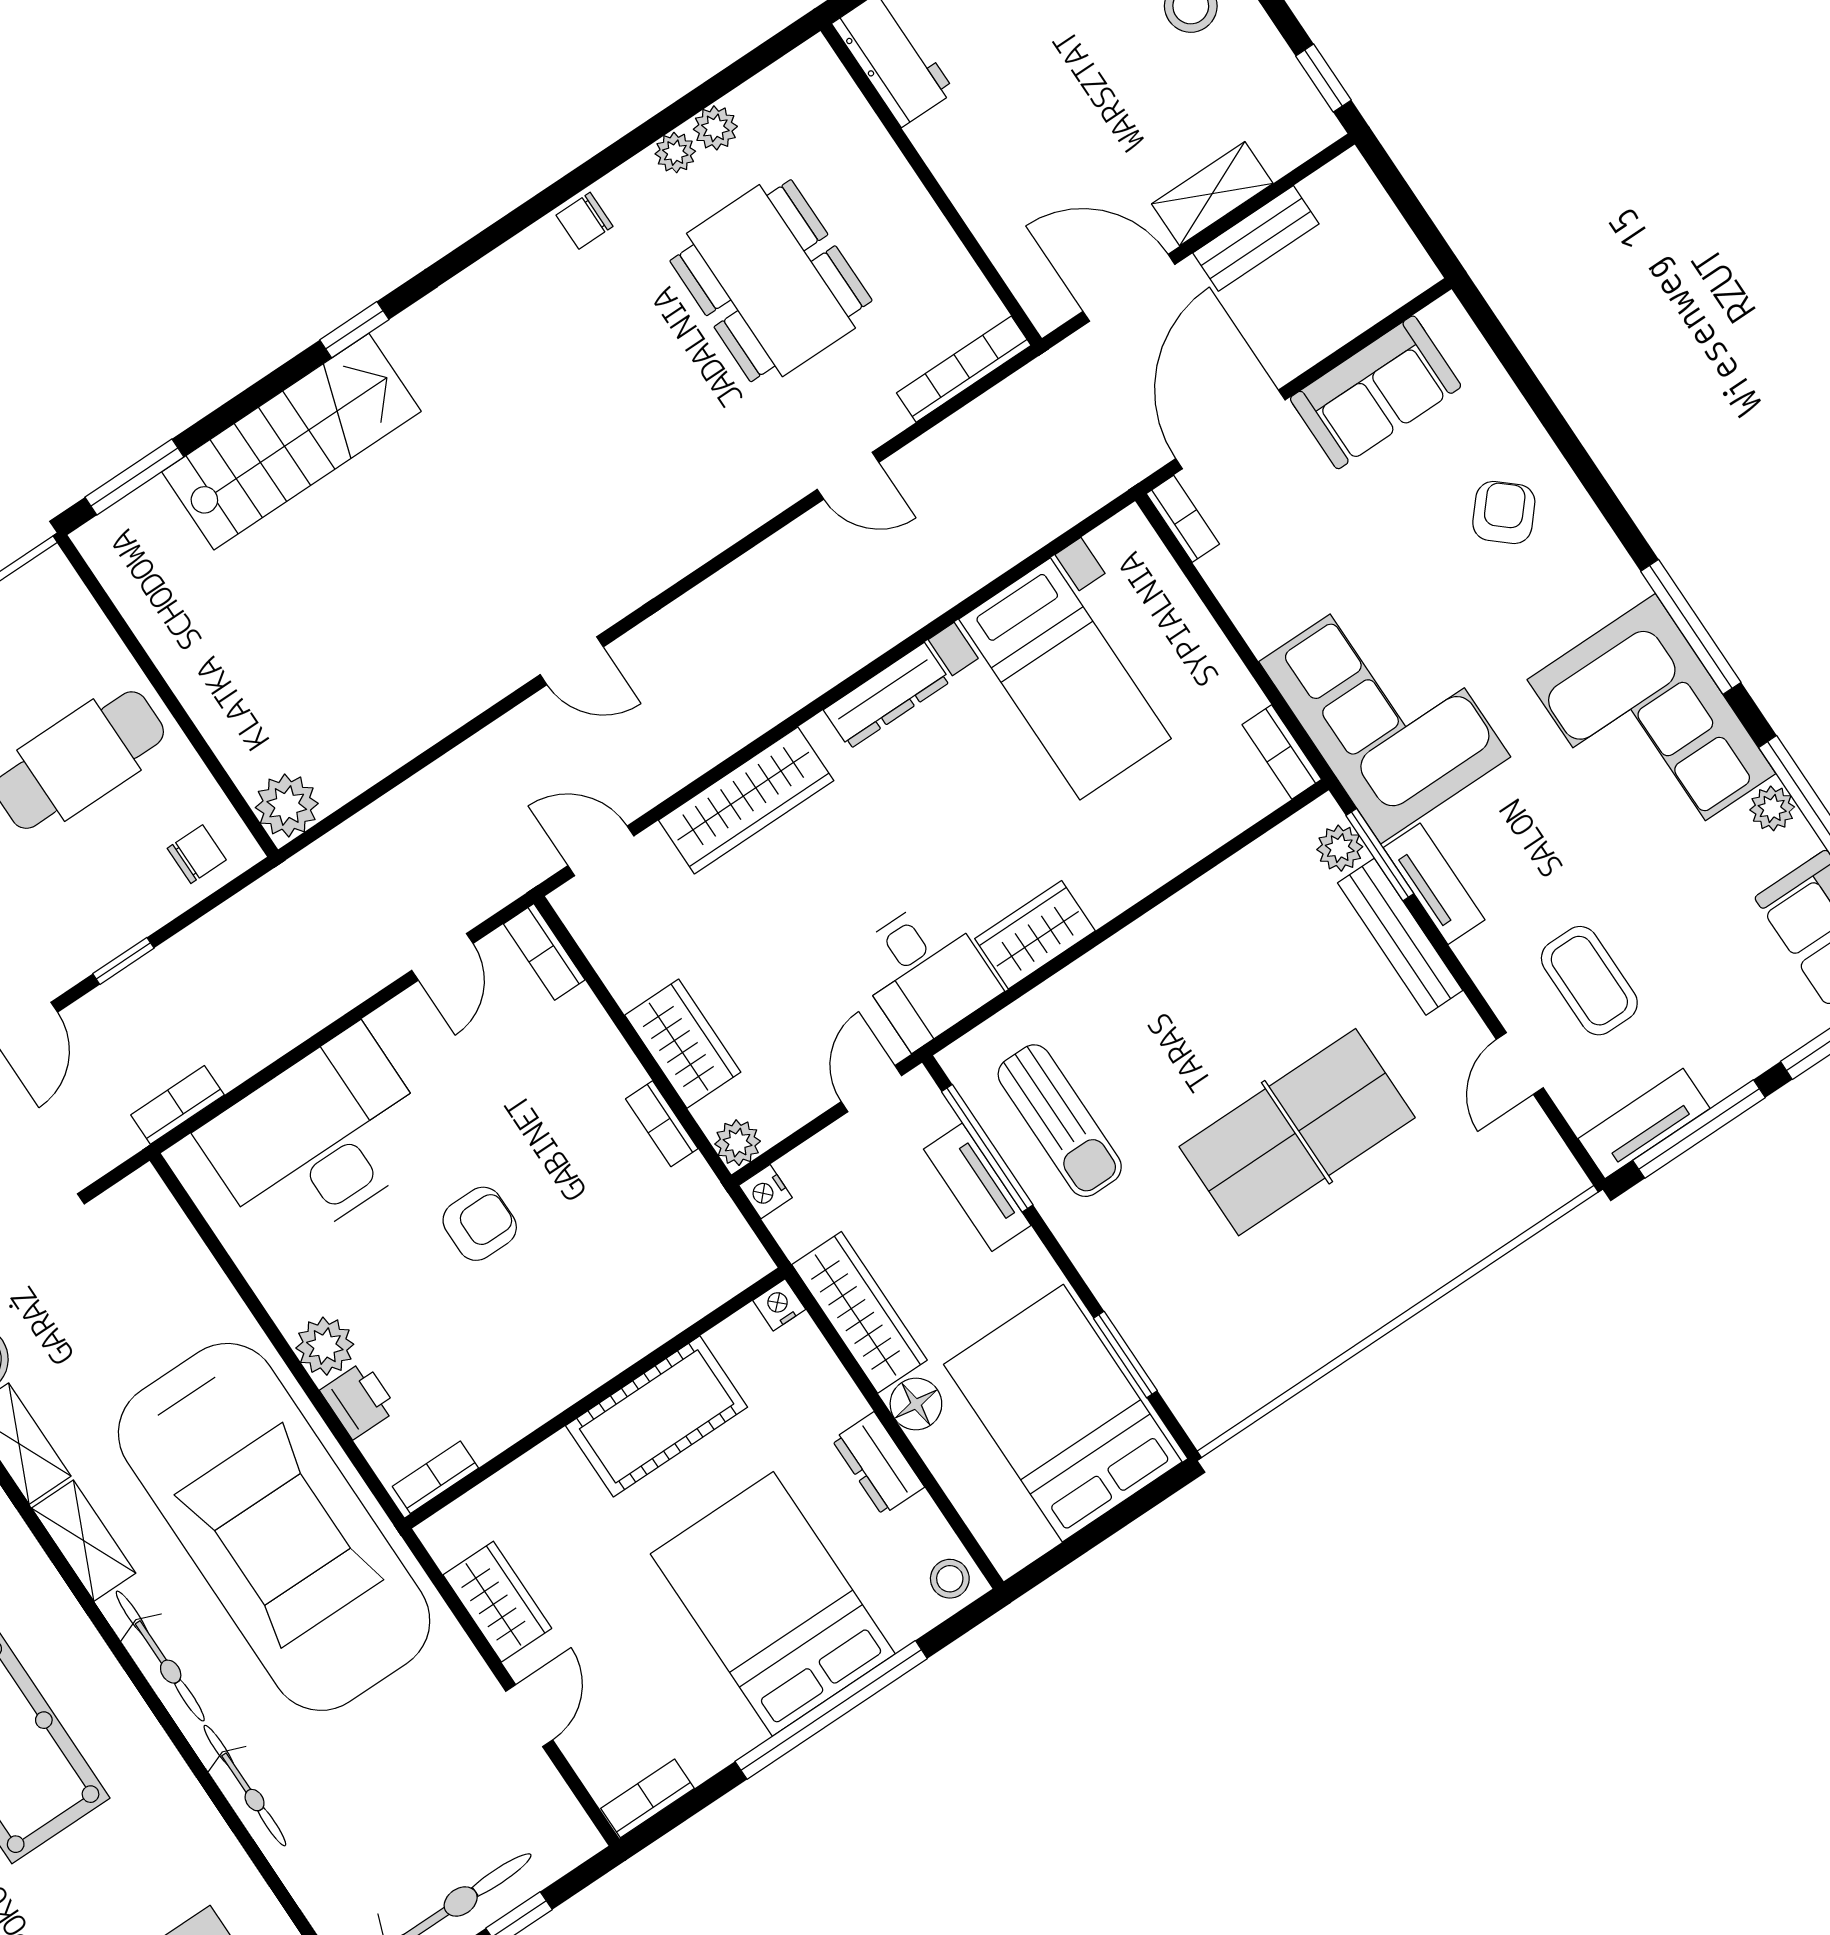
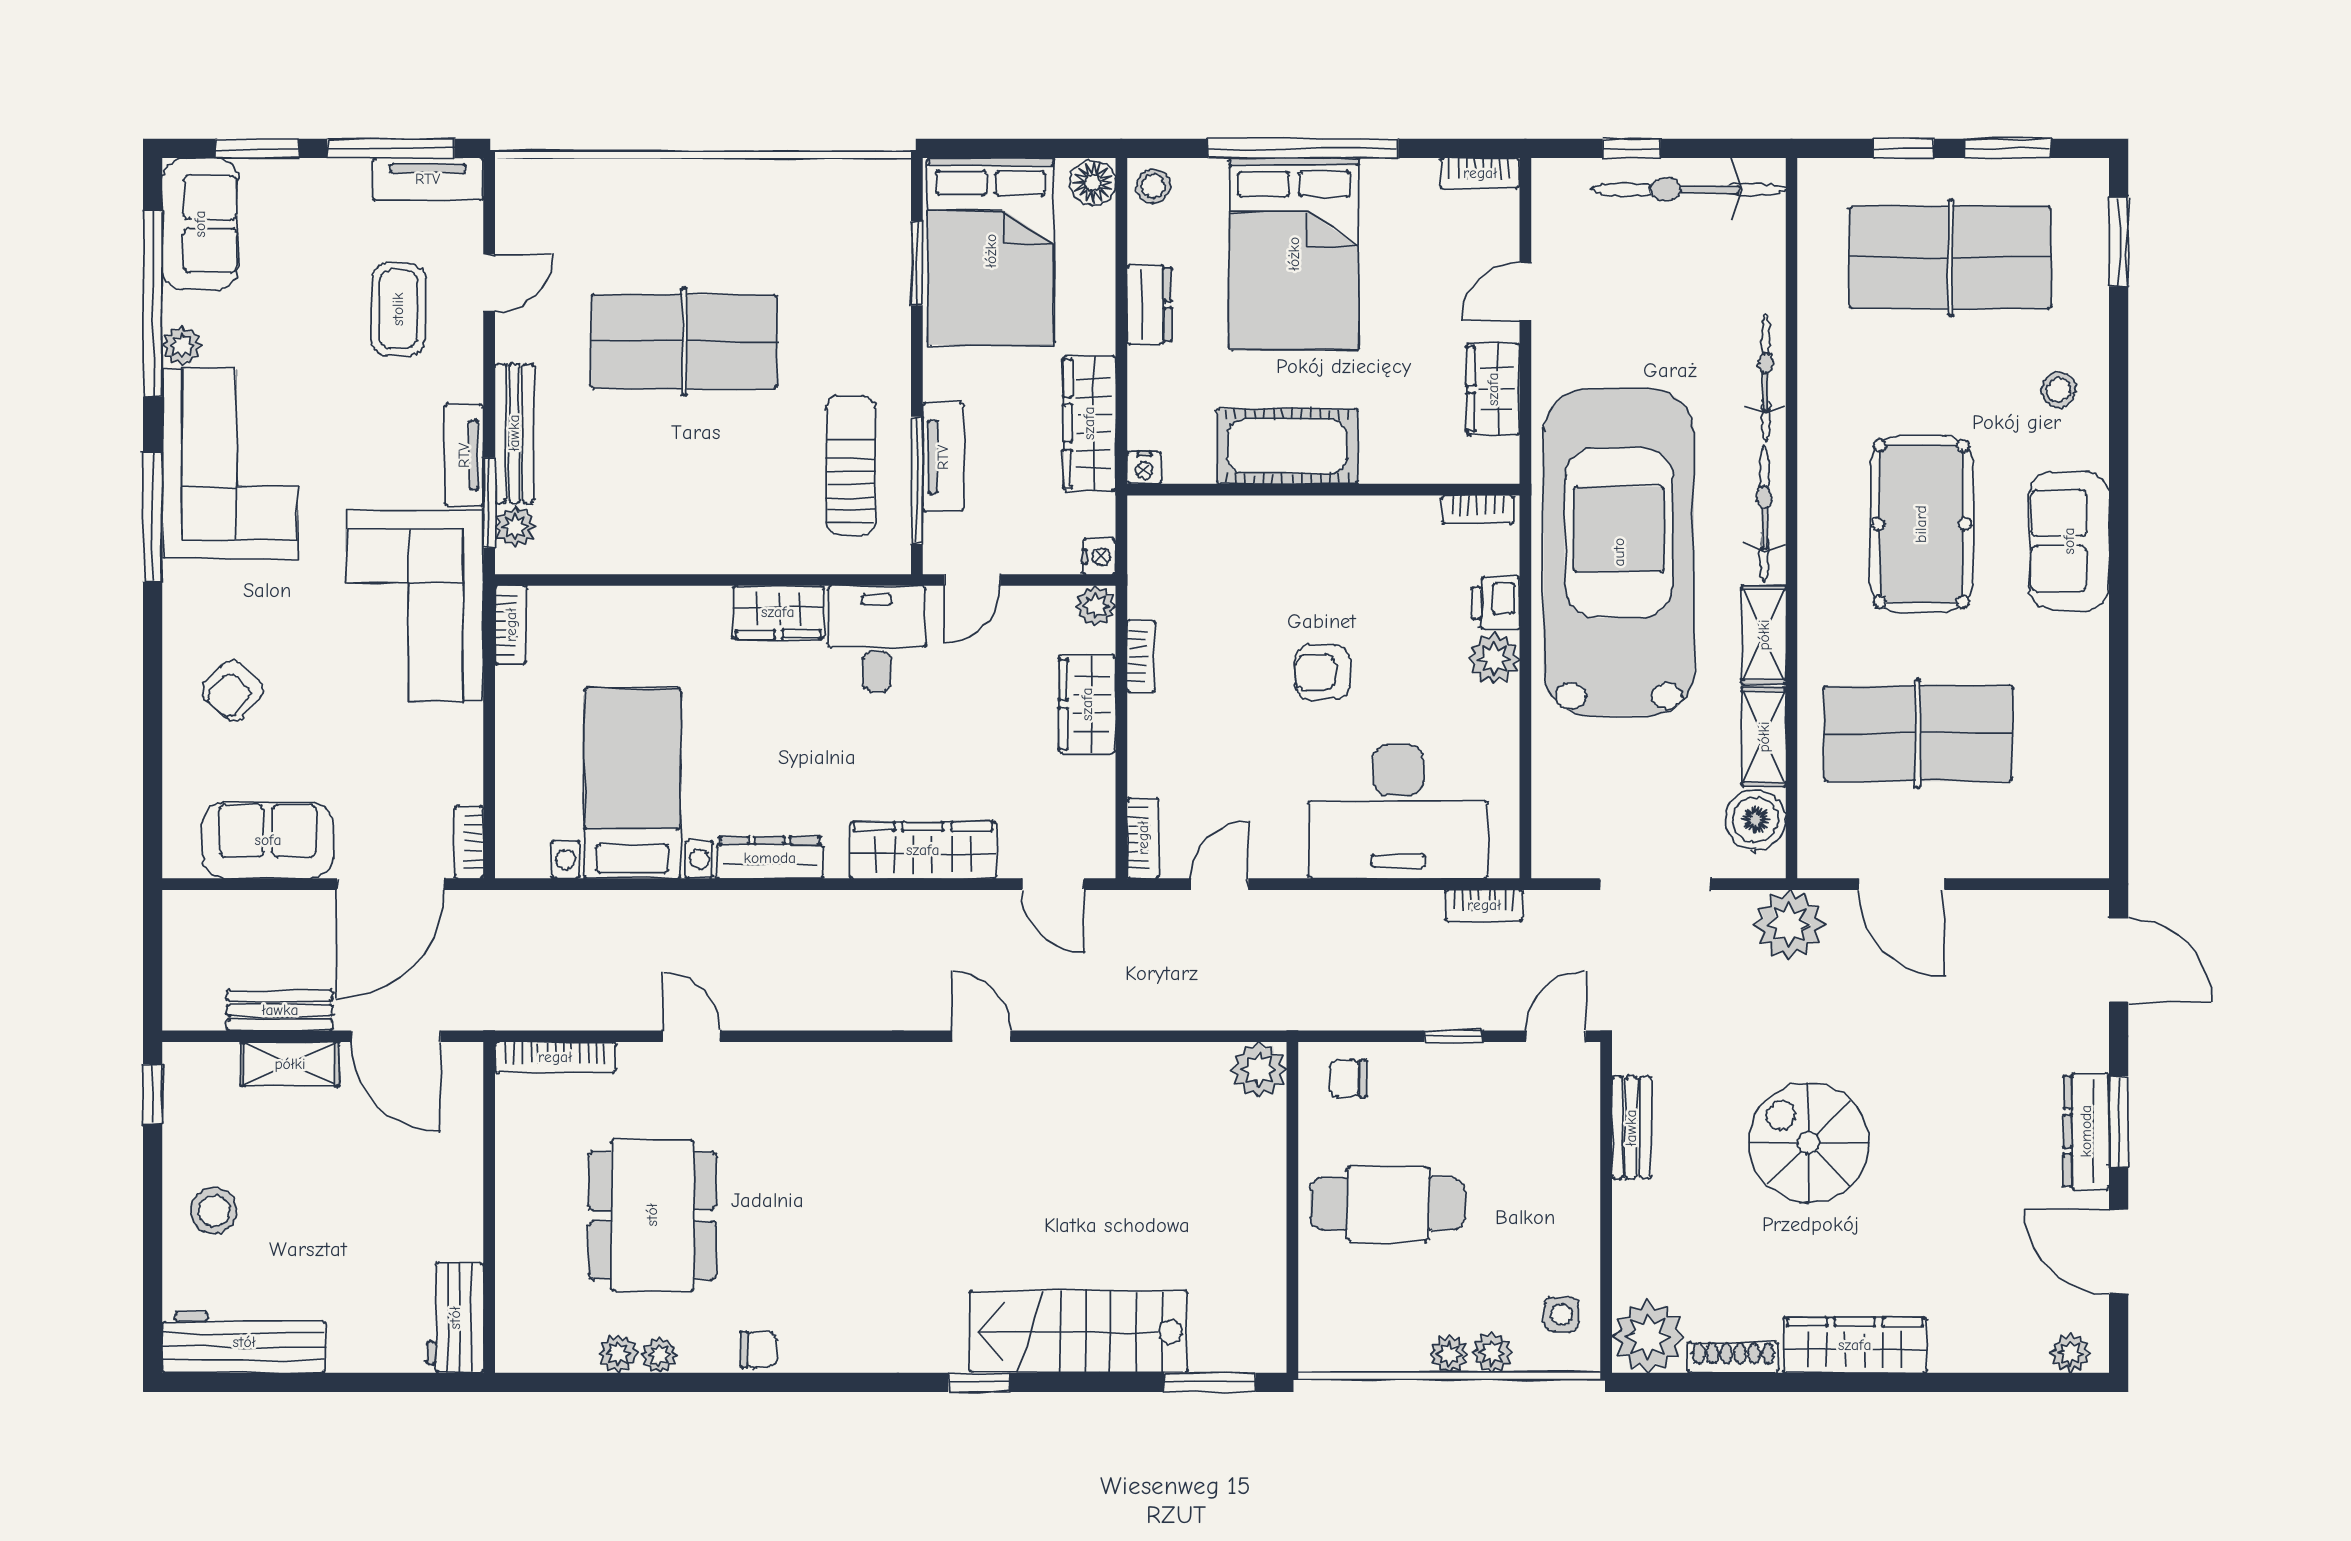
floor lamp: (916, 1404) -> (1093, 183), moved

